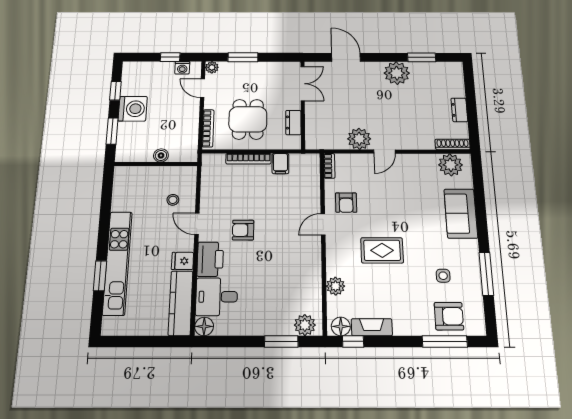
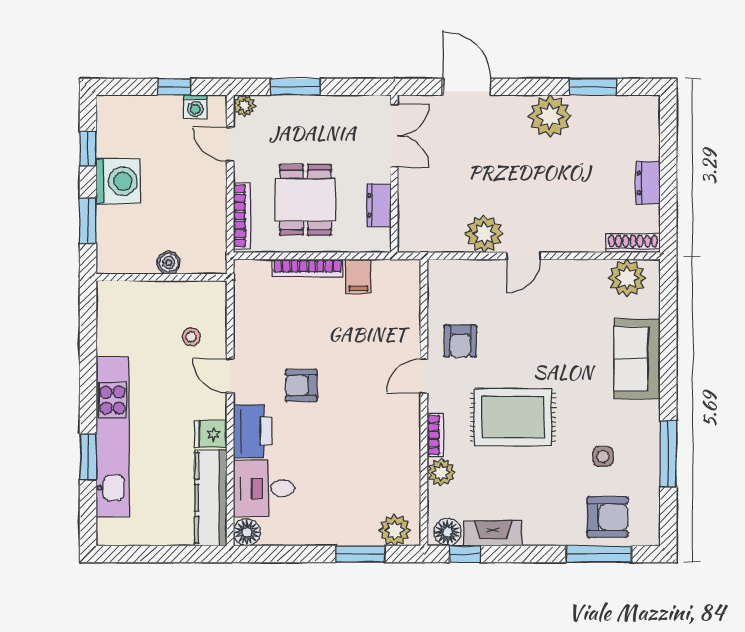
bookcase: (329, 166) -> (436, 435), moved
rug: (382, 250) -> (513, 417), width x1.36, depth x1.43

